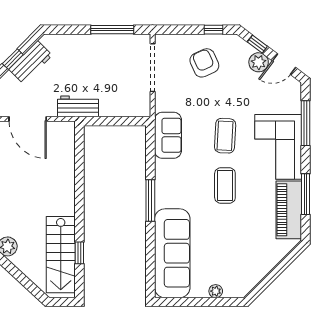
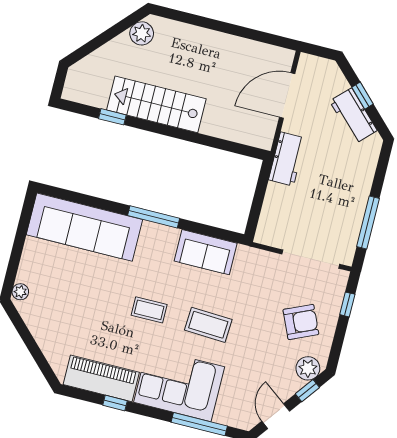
window: (213, 30) -> (347, 304), moved
plant: (259, 62) -> (308, 368), moved
sofa: (168, 135) -> (206, 252), moved
coffee table: (225, 186) -> (149, 310), width x0.73, depth x0.77
window: (306, 194) -> (115, 403), width x0.46
stairs: (61, 255) -> (156, 104), moved
plant: (216, 291) -> (20, 292), moved

